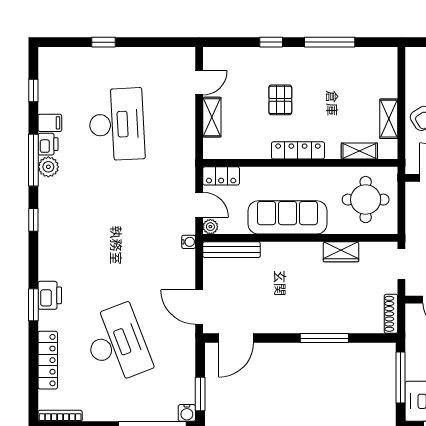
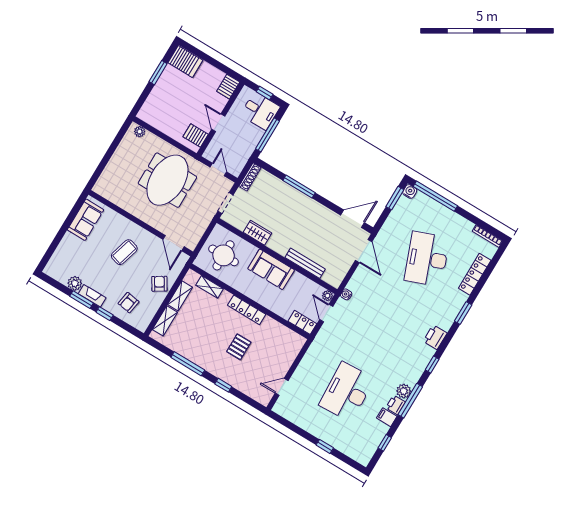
shelving: (212, 117) -> (165, 321), moved
sofa: (287, 217) -> (271, 269), width x0.73
bench: (232, 250) -> (305, 263), moved
printer: (50, 295) -> (435, 337), moved

